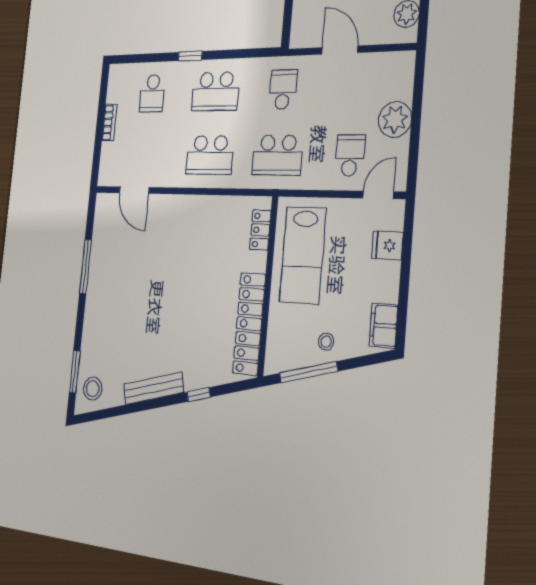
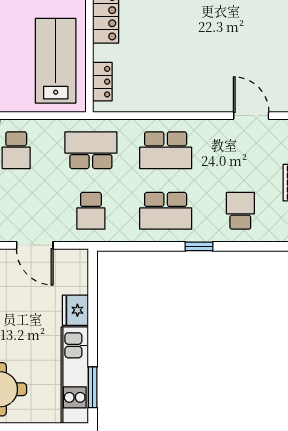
school desk: (216, 92) -> (166, 211), turned 180
school desk: (210, 155) -> (166, 150), turned 180

